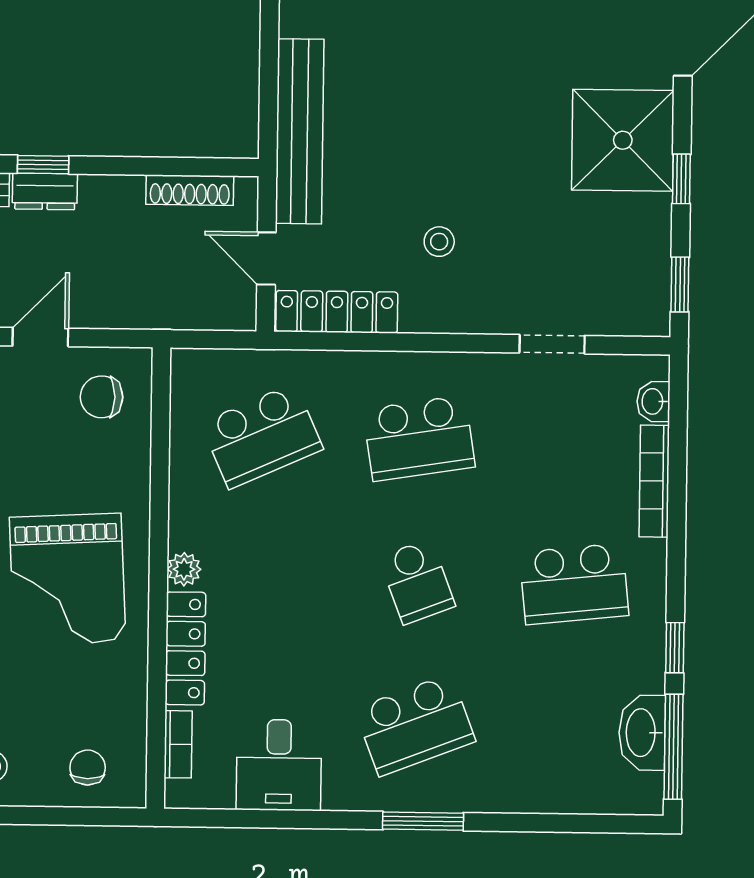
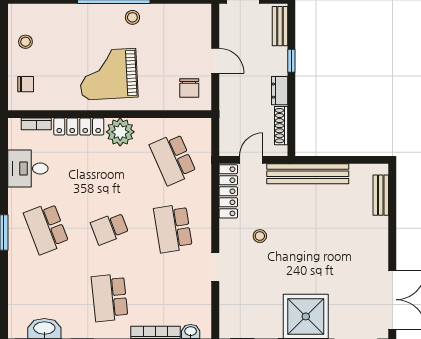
dresser: (45, 191) -> (280, 91), moved
doorway: (552, 344) -> (215, 267), moved
chair: (102, 397) -> (189, 88), turned 180
plant: (184, 569) -> (120, 132), width x1.88, depth x1.88

